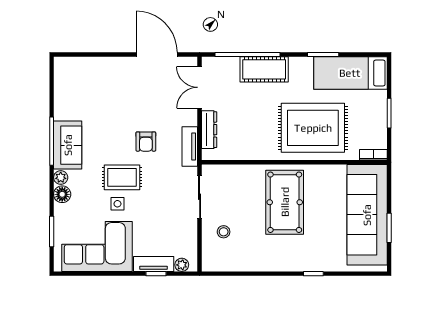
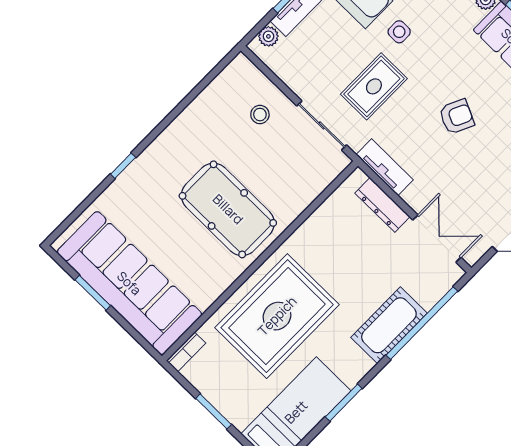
armchair: (146, 142) -> (457, 117), moved, turned 115
rug: (122, 177) -> (374, 86), moved

